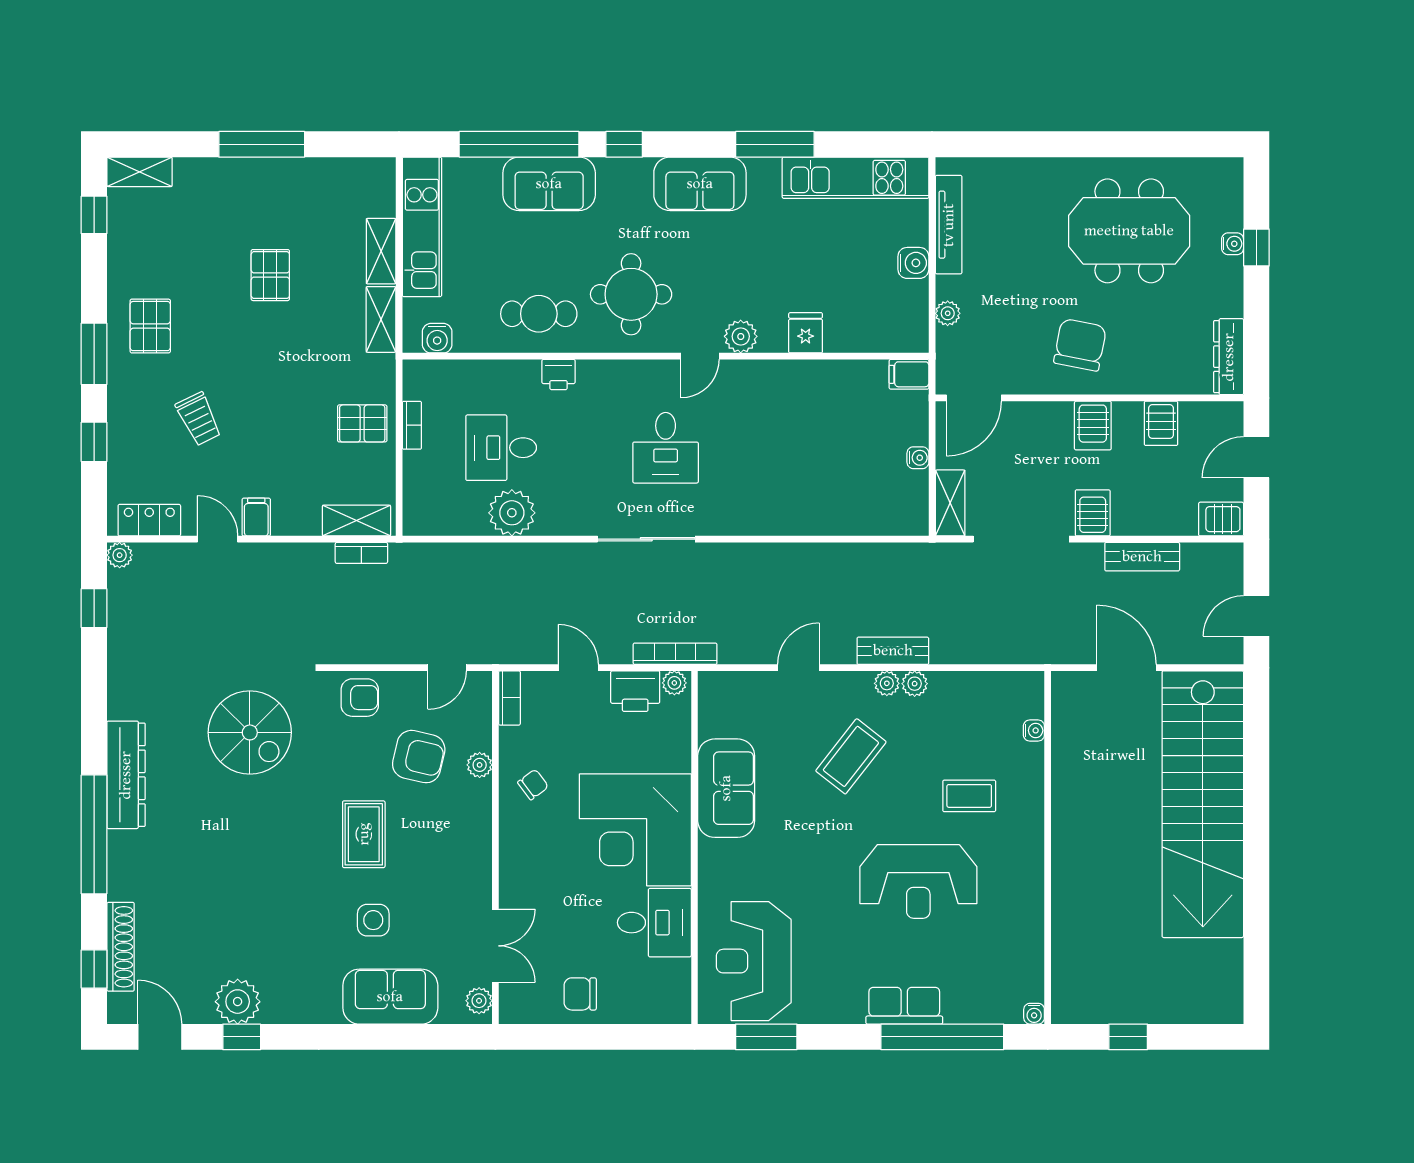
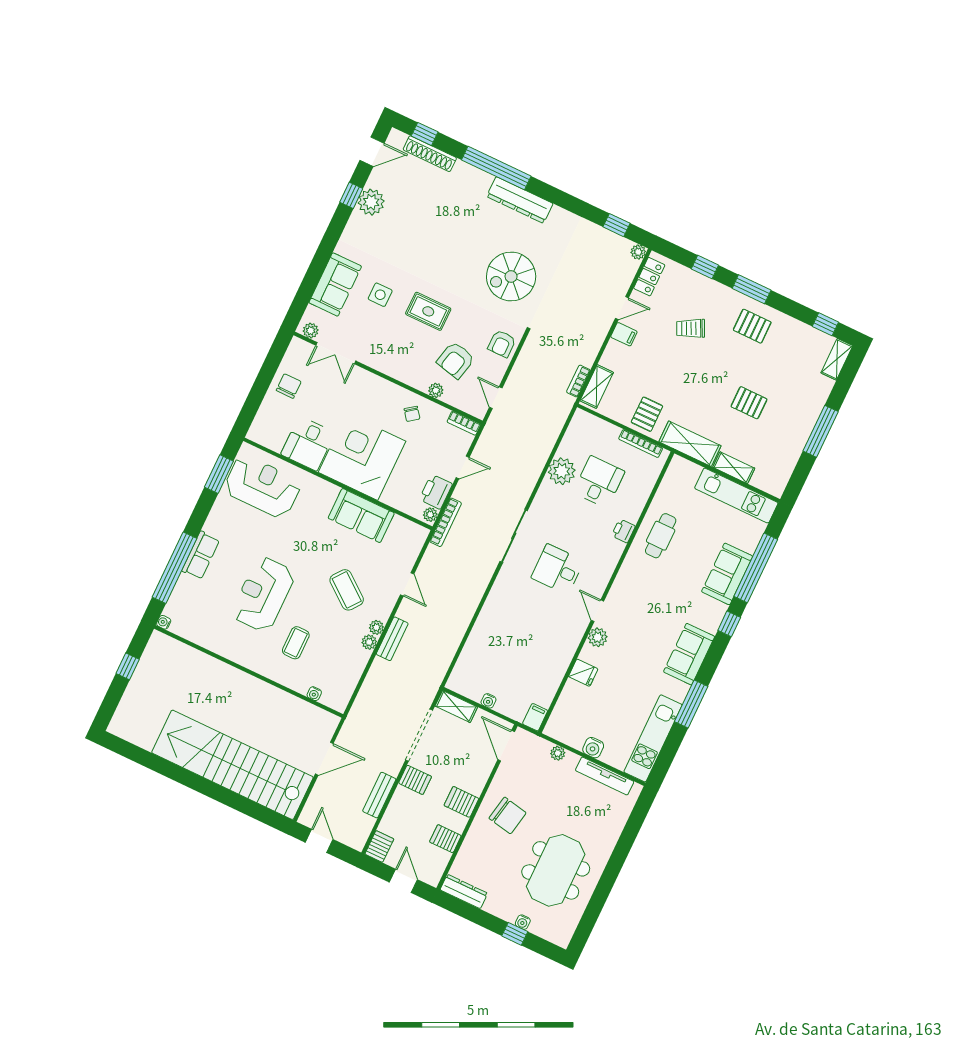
round table: (631, 294) -> (648, 590), removed
shelving: (381, 319) -> (690, 444), width x1.50, depth x1.33
water cooler: (437, 338) -> (673, 476), removed
bookcase: (412, 425) -> (641, 444), width x1.56

